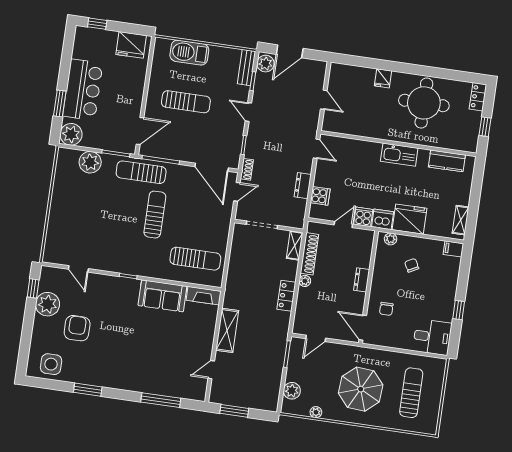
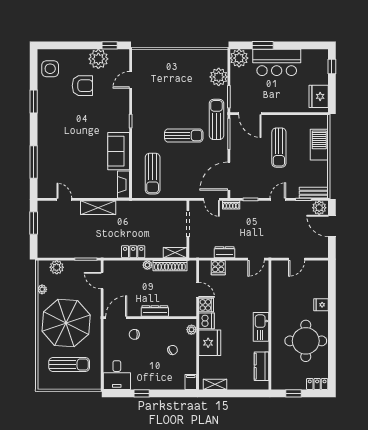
dresser: (362, 280) -> (155, 311), width x1.44
parasol: (361, 389) -> (66, 323), width x1.36, depth x1.36

